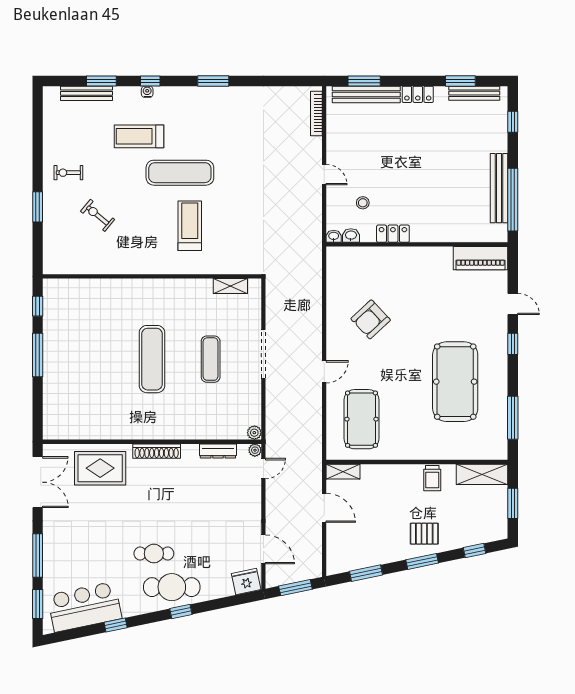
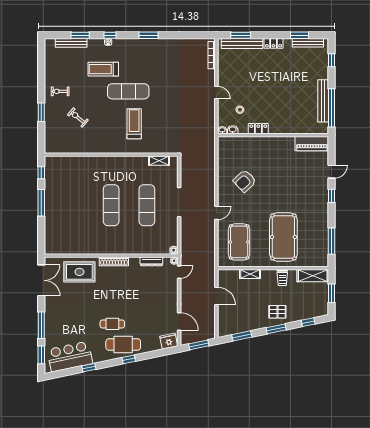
door: (513, 304) -> (332, 172), hinge flipped
exercise mat: (211, 359) -> (147, 205), width x1.36, depth x1.45
pool table: (455, 382) -> (283, 237), moved
shelving: (343, 472) -> (250, 274), moved

